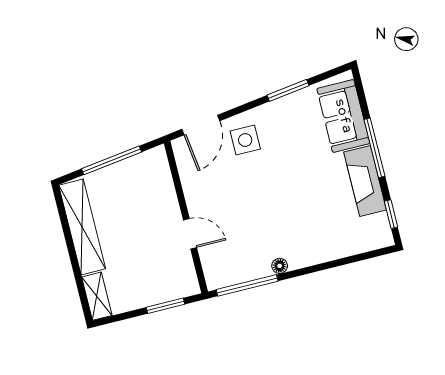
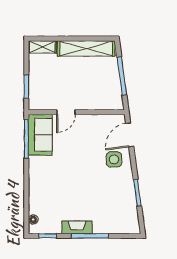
sofa: (343, 116) -> (40, 135), moved, turned 90
door: (201, 125) -> (130, 135), hinge flipped
fireplace: (365, 181) -> (77, 227), width x0.73, depth x0.76
floor lamp: (280, 266) -> (33, 220), moved

